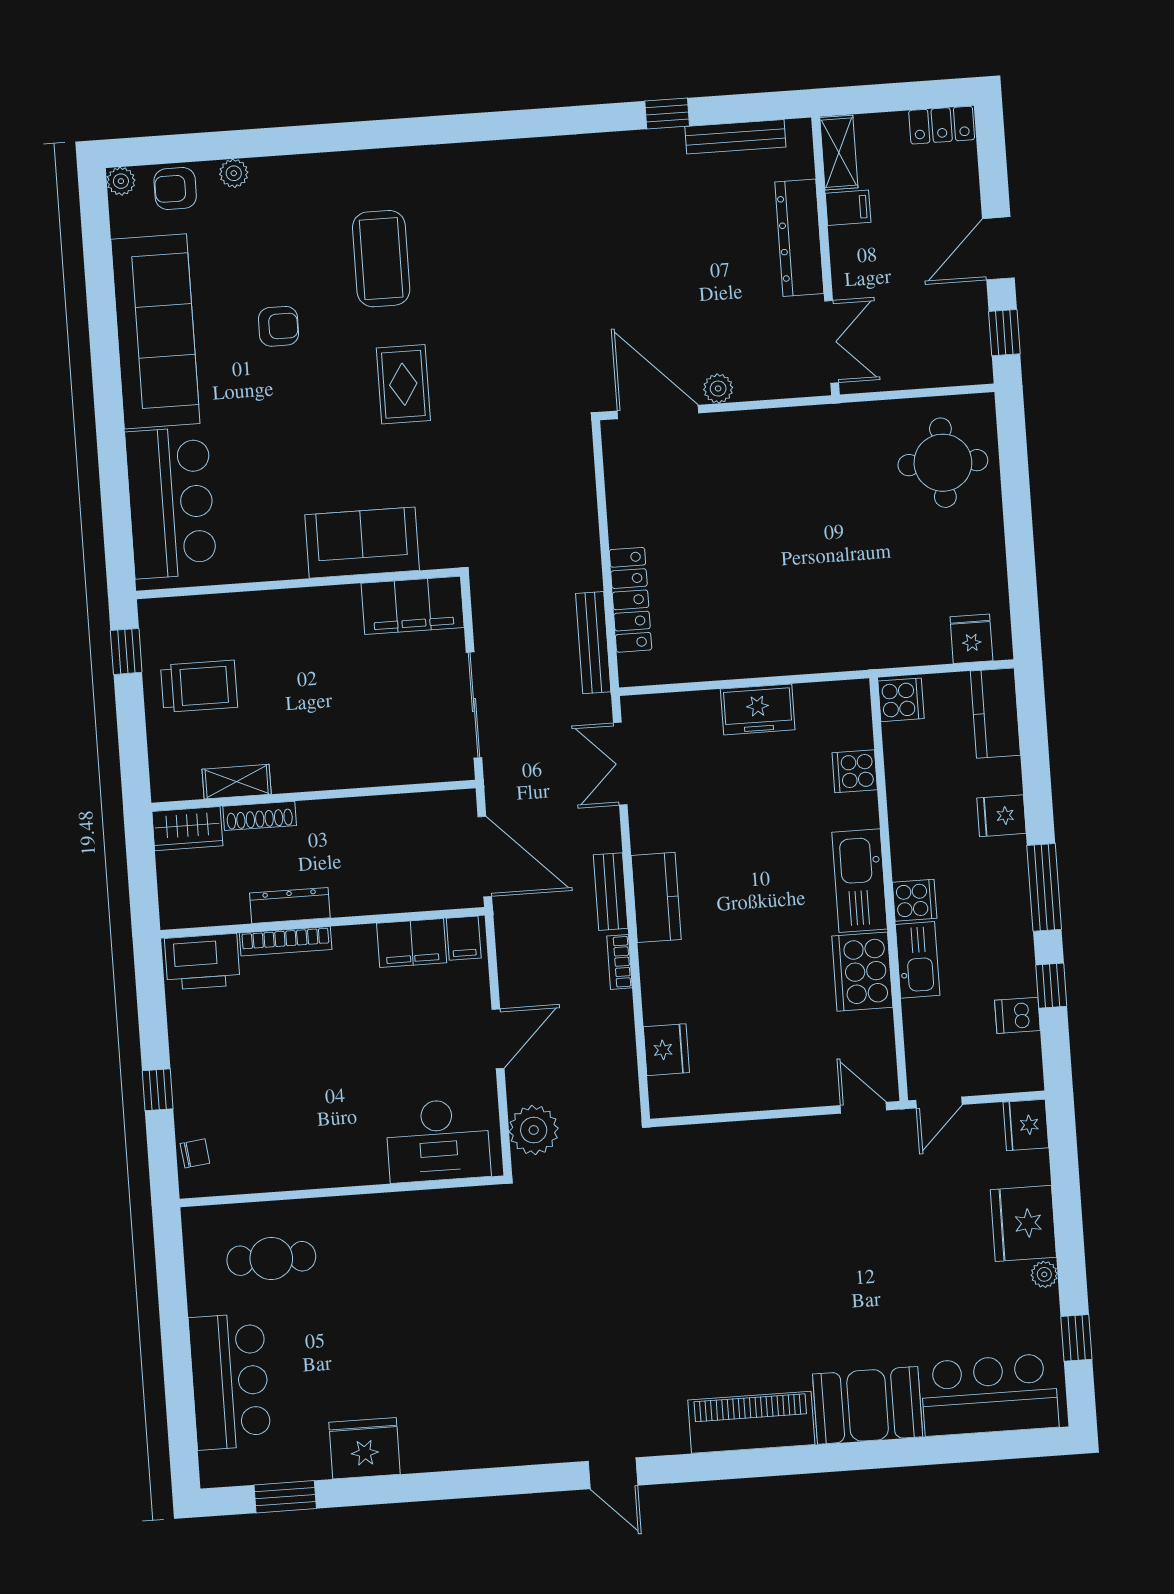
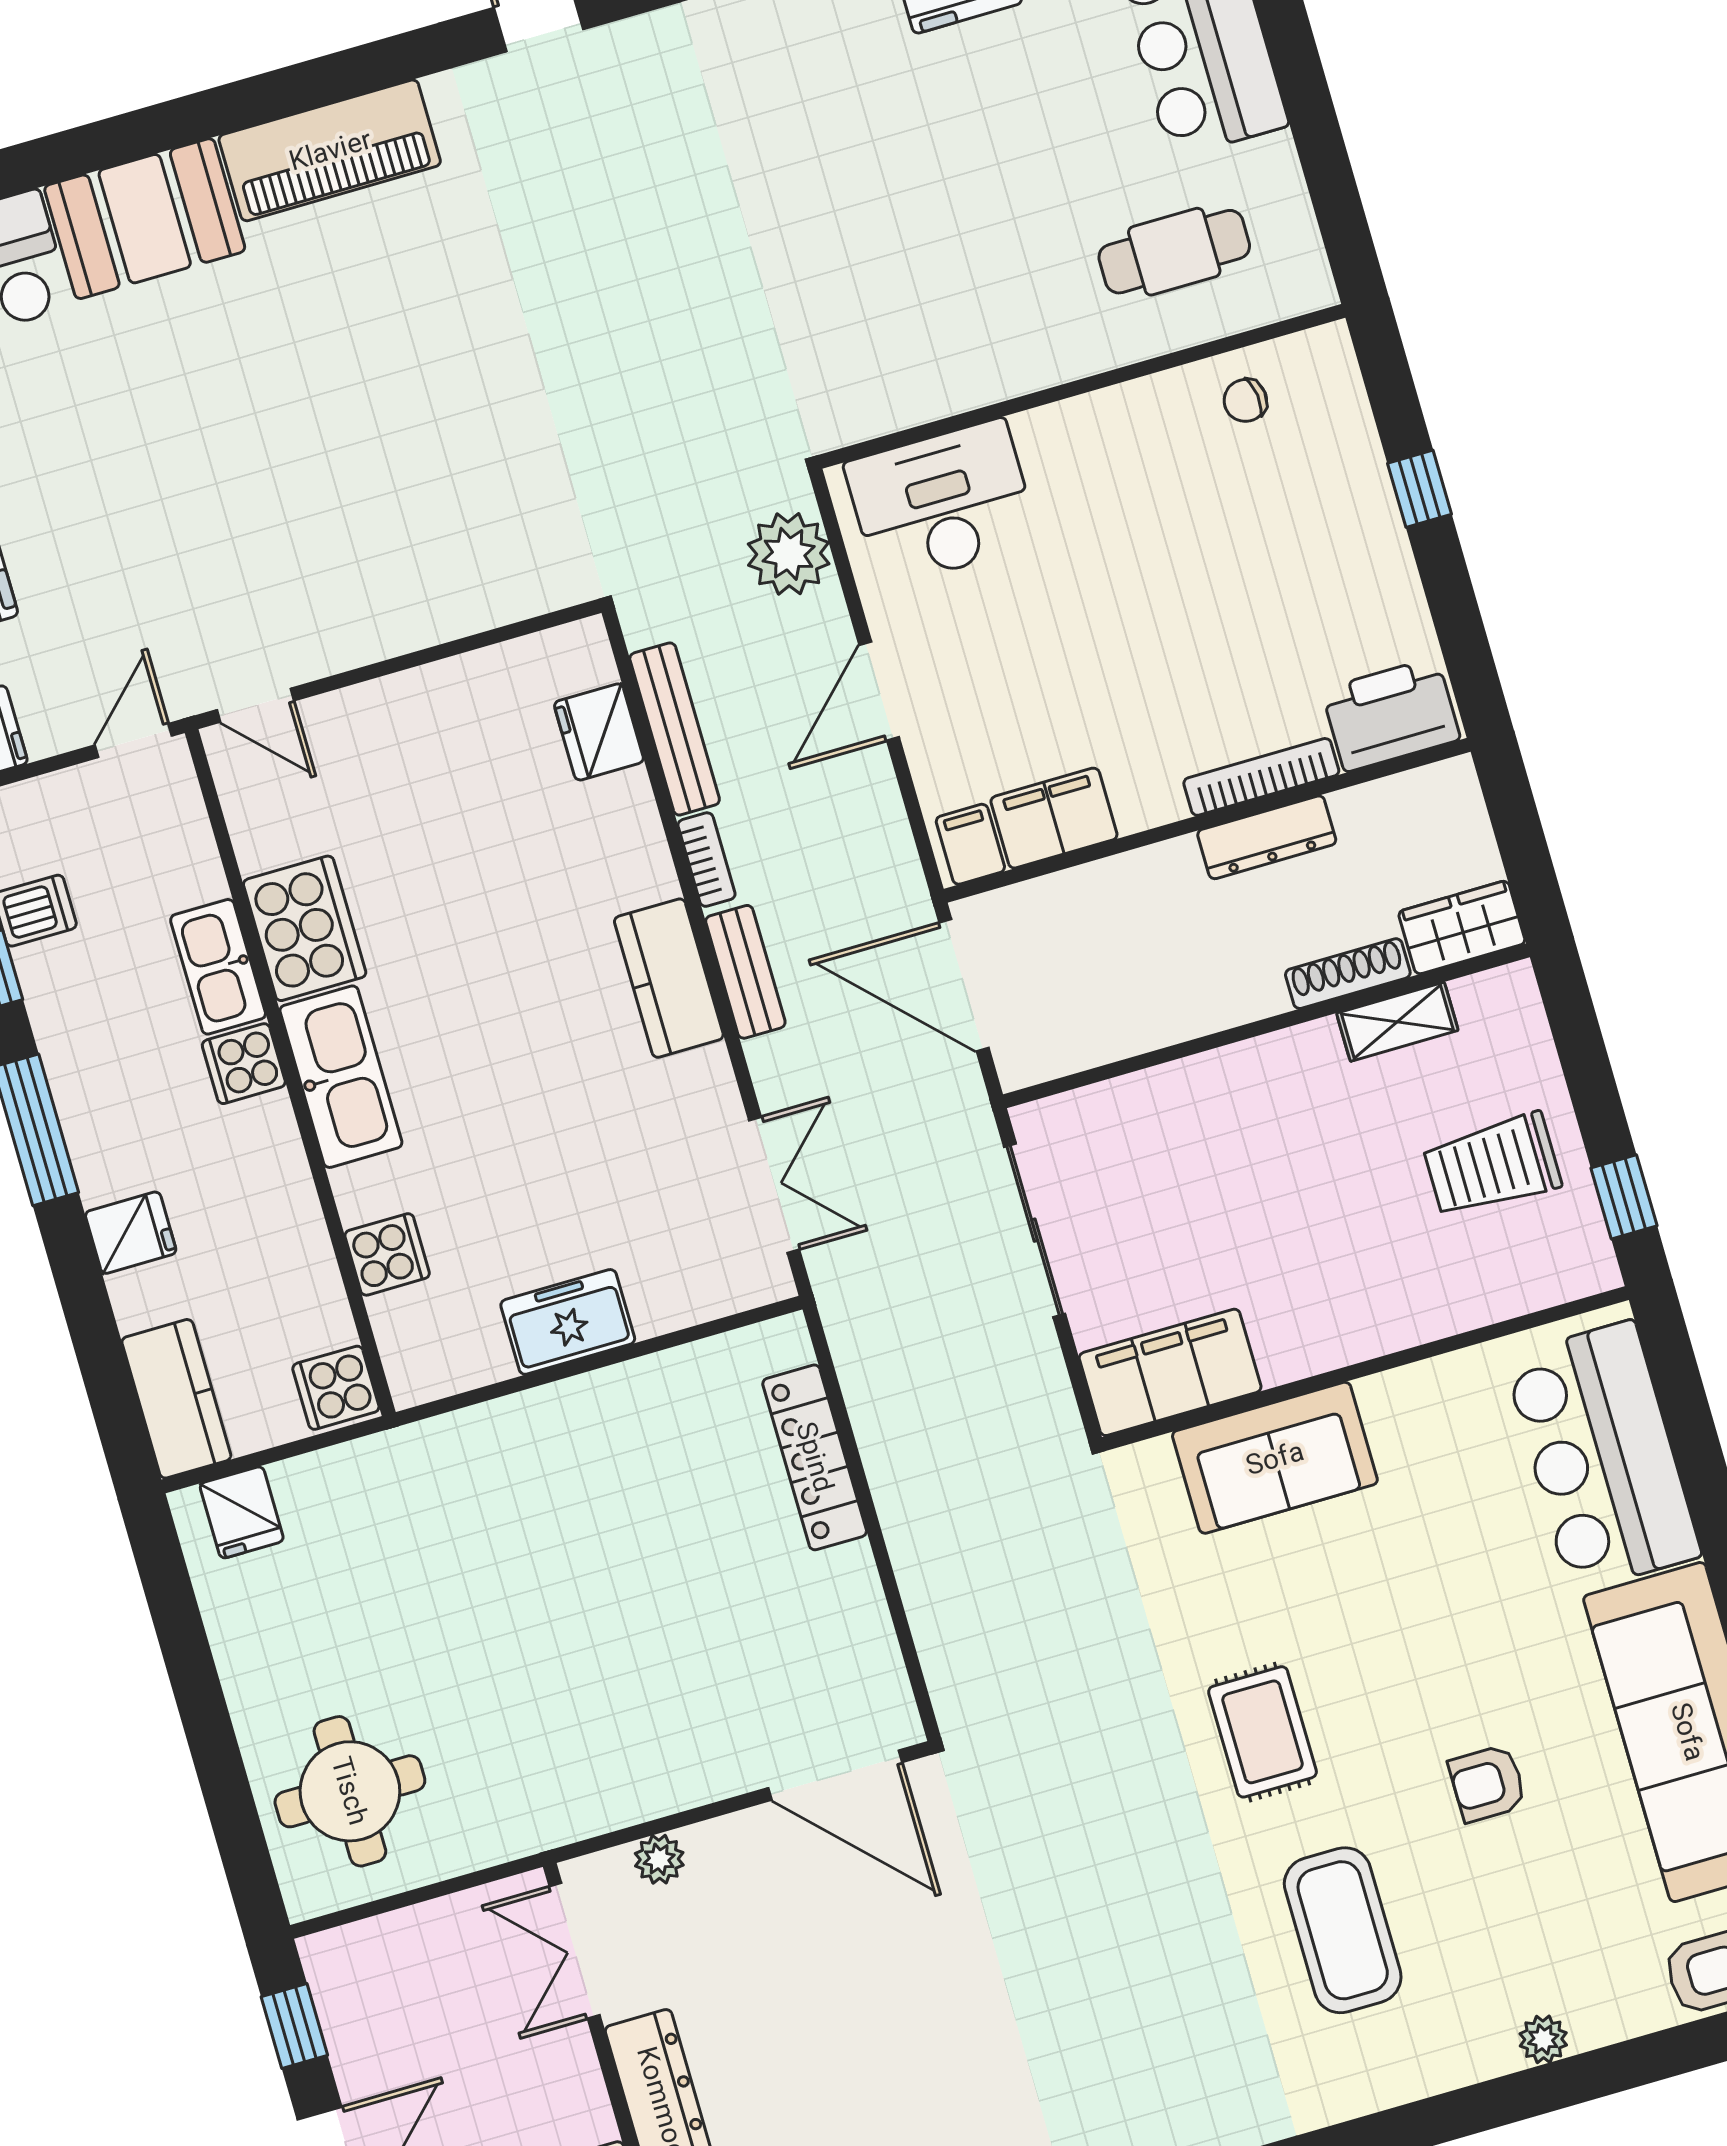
plant: (234, 173) -> (1543, 2039), moved
plant: (718, 389) -> (659, 1859), moved
bench: (593, 643) -> (675, 729), moved
chair: (195, 1153) -> (1245, 400), moved

